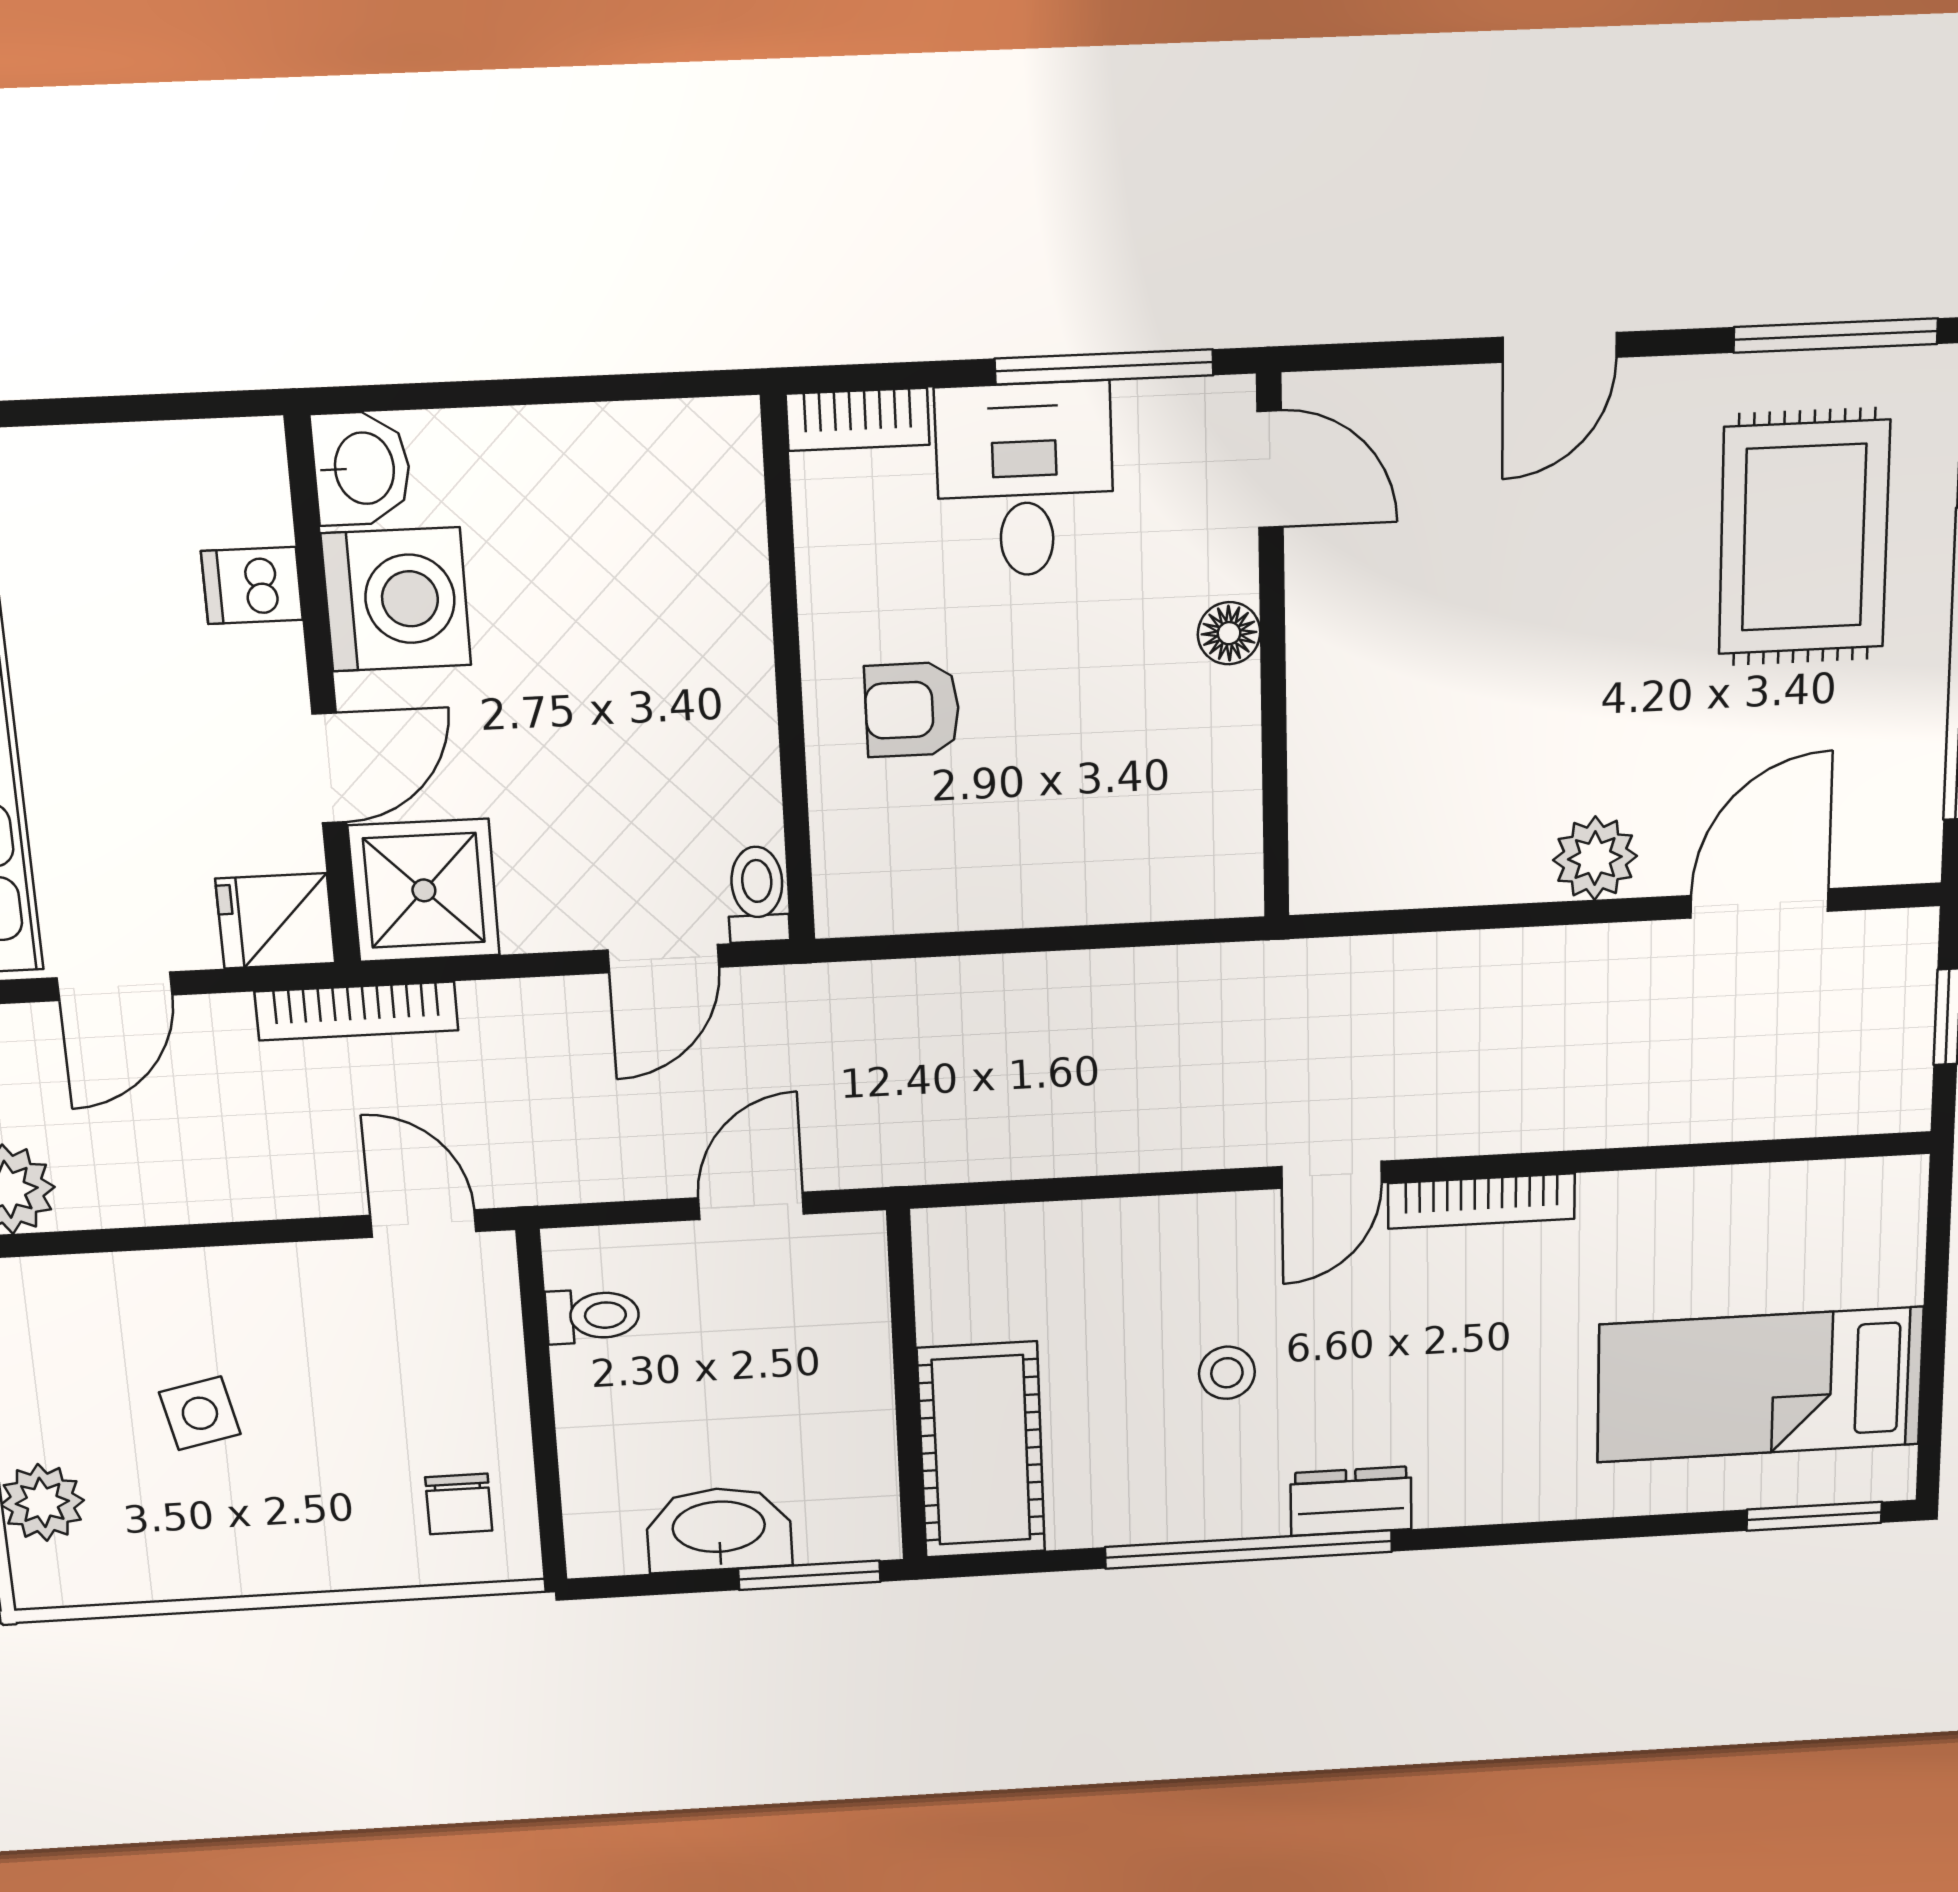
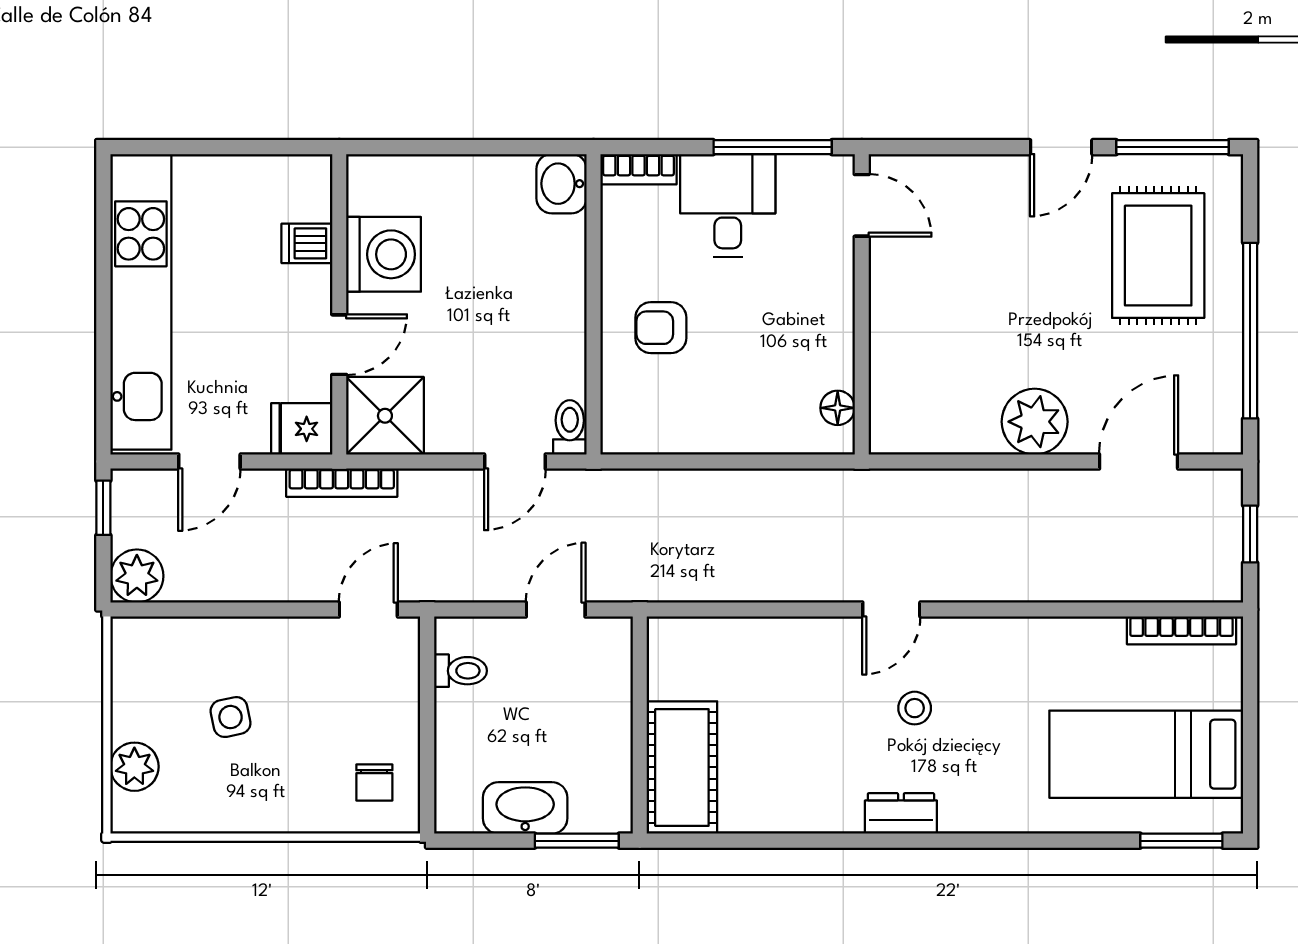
door: (1560, 347) -> (1061, 147), moved
washbasin: (362, 468) -> (562, 184), moved, turned 180
floor lamp: (1229, 633) -> (838, 408), moved
plant: (1595, 858) -> (1035, 422), width x1.36, depth x1.36
bookcase: (1481, 1201) -> (1181, 630), moved
door: (423, 1223) -> (368, 609), hinge flipped
stool: (1227, 1373) -> (915, 708), moved
window: (1249, 1549) -> (839, 841), removed

